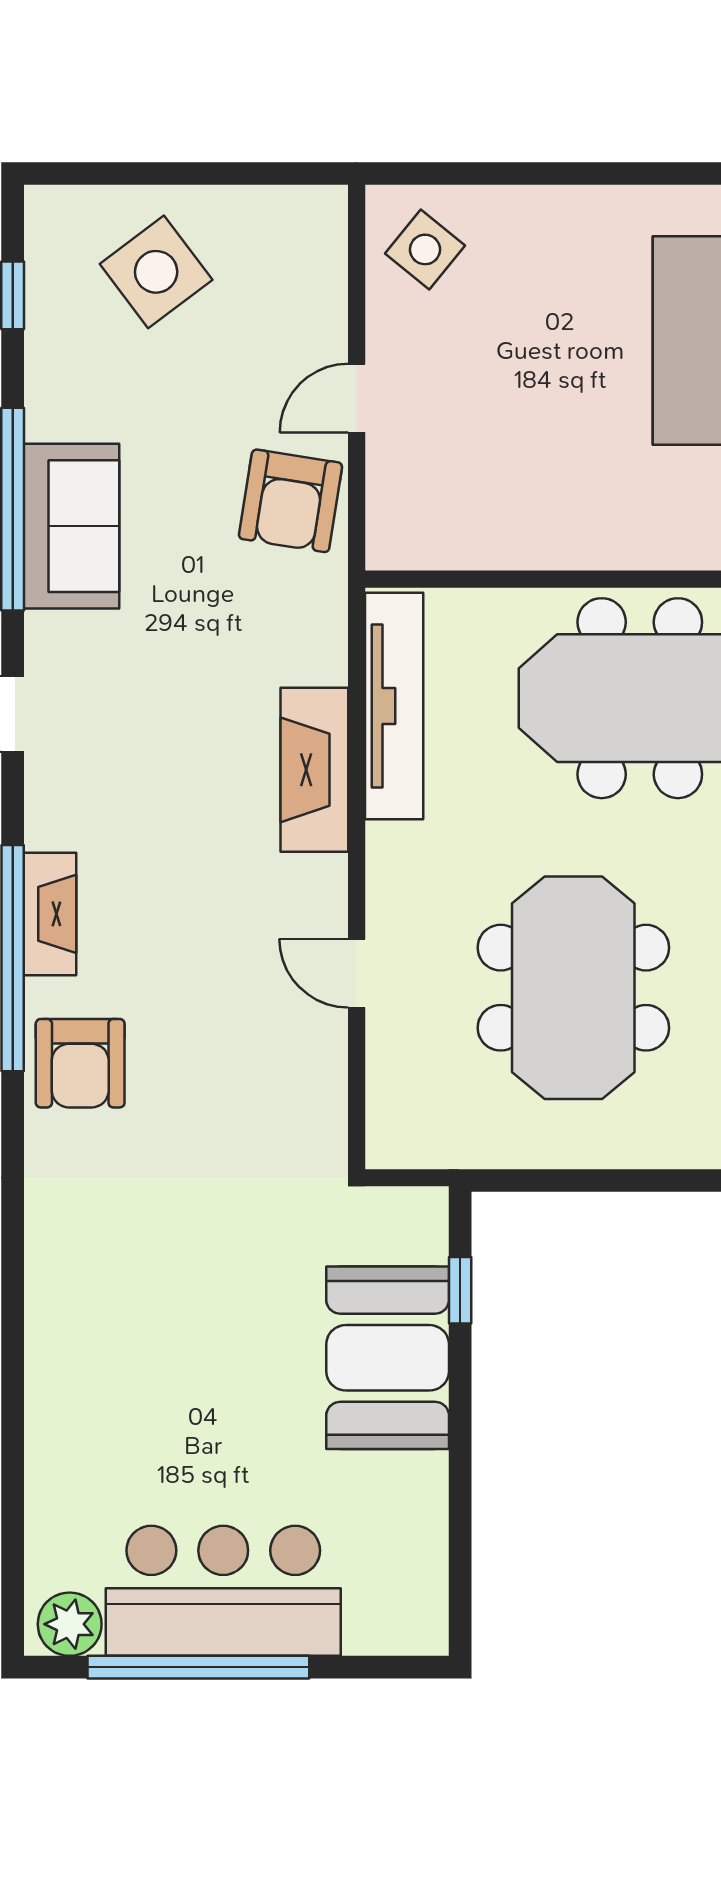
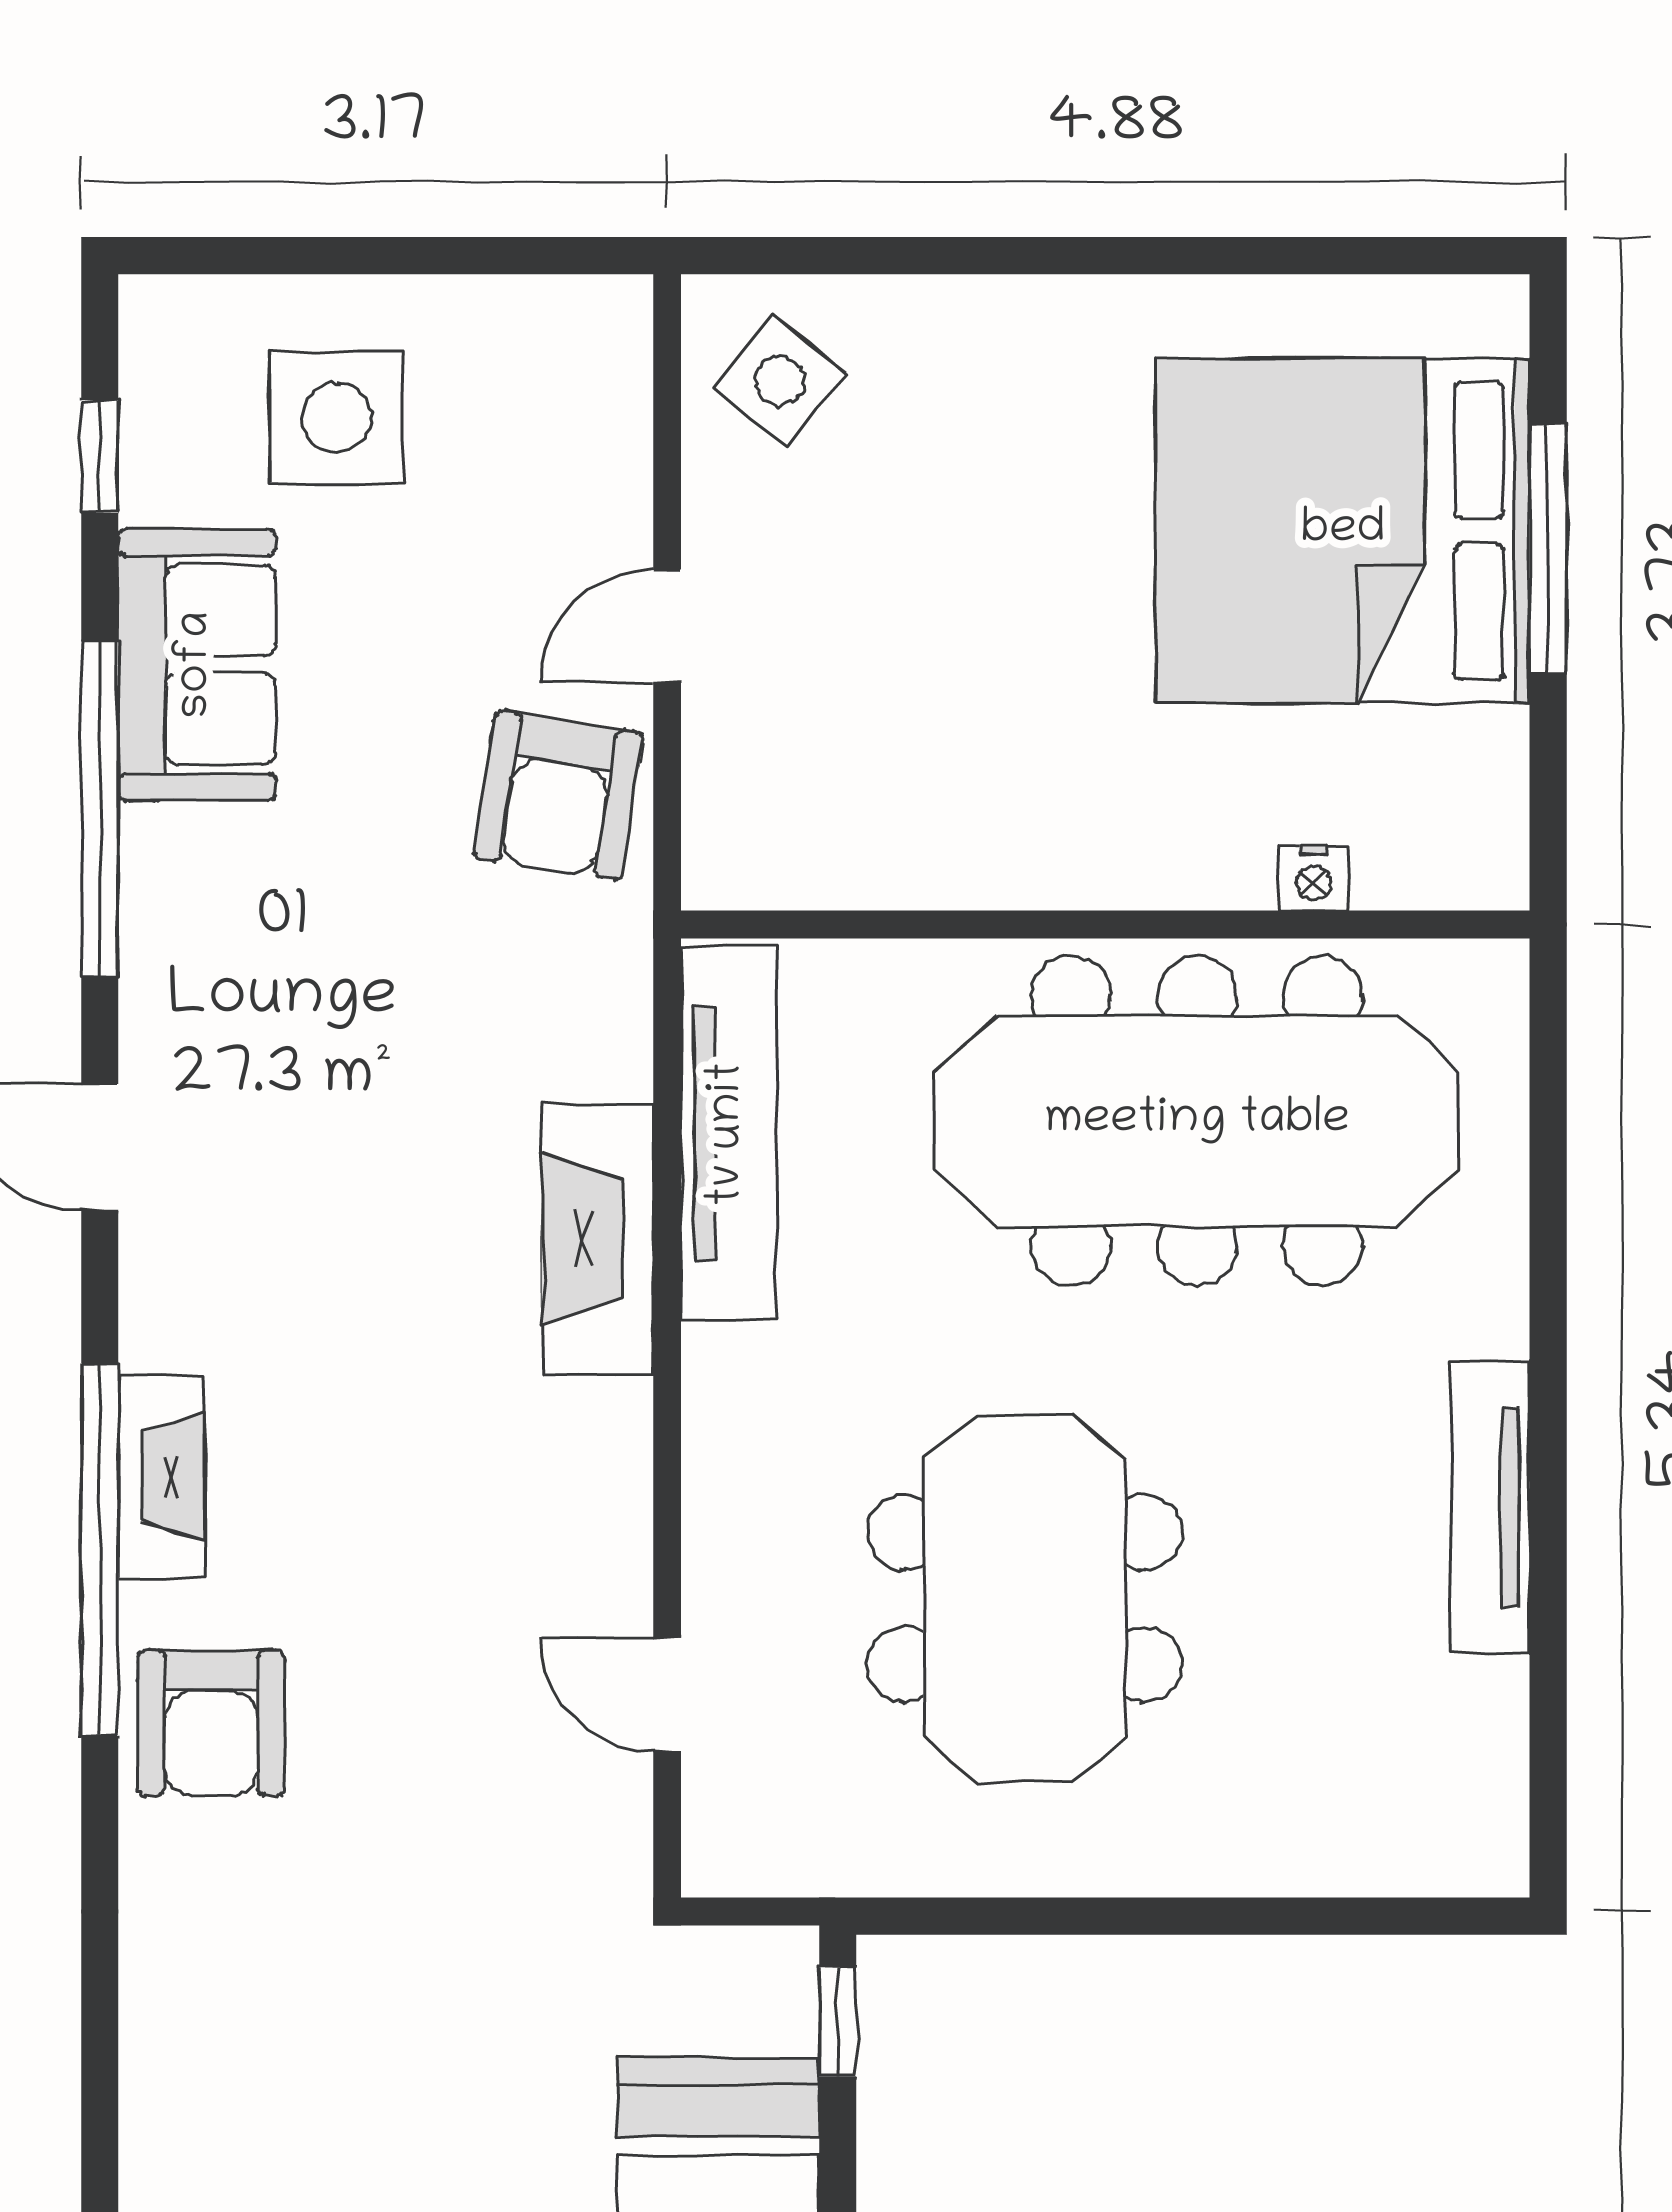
side table: (156, 272) -> (336, 418), turned 37
sofa: (71, 526) -> (197, 665), moved
door: (357, 973) -> (667, 1694), moved
window: (460, 1290) -> (838, 2022), moved

